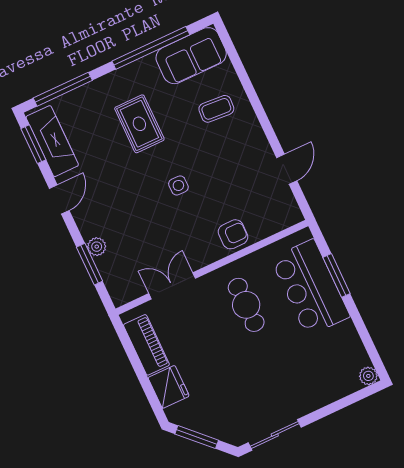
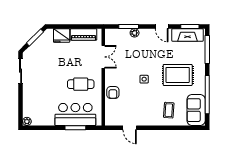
rug: (139, 124) -> (178, 75), width x1.36, depth x1.43

